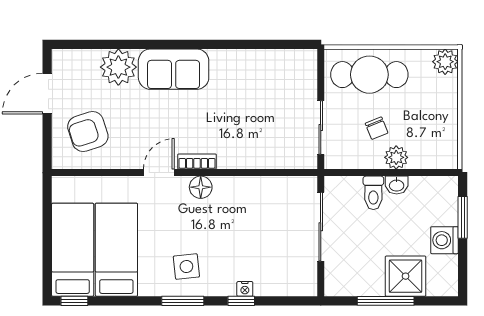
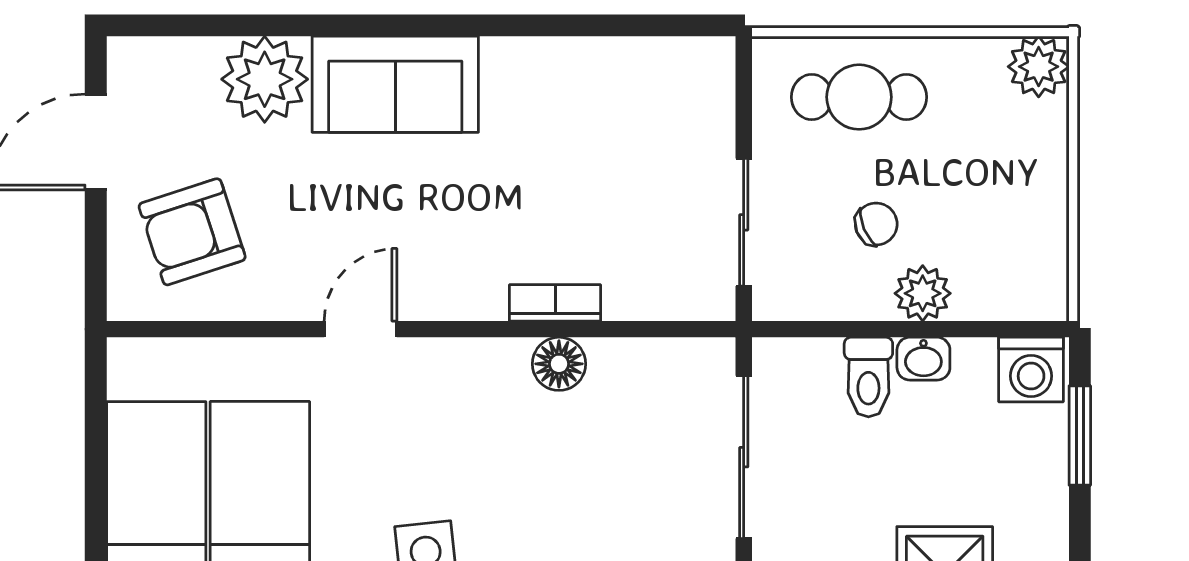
cafe table: (369, 75) -> (859, 97), width x0.73, depth x0.74
chair: (377, 128) -> (876, 224), turned -91
bookcase: (197, 161) -> (555, 303), moved
floor lamp: (201, 187) -> (559, 364), moved
washing machine: (444, 240) -> (1031, 370), moved, turned -90

